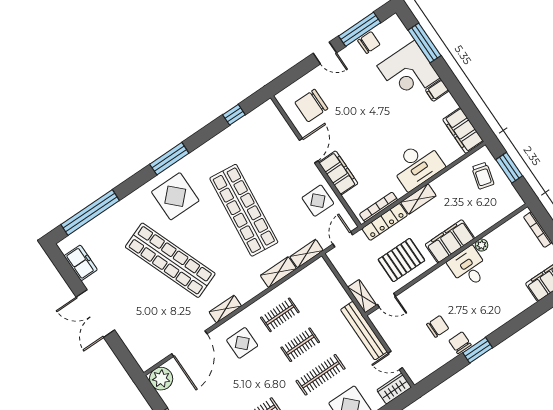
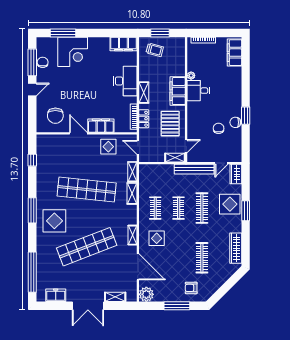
filing cabinet: (437, 90) -> (93, 43), removed
locker: (385, 222) -> (144, 119), width x0.66
shelving: (131, 341) -> (115, 297), added

